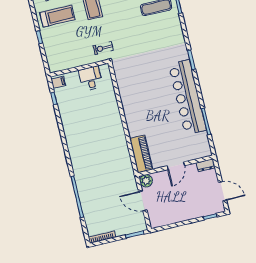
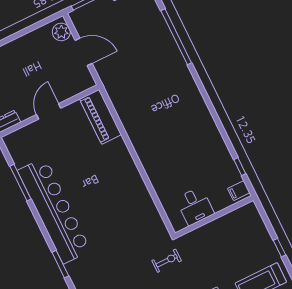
exercise bike: (103, 48) -> (167, 261), moved
plant: (146, 181) -> (61, 32), moved

